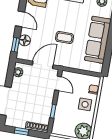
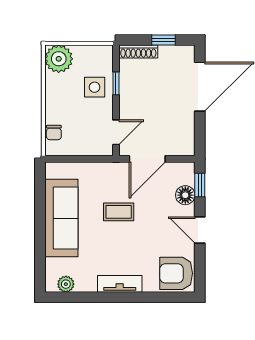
plant: (18, 72) -> (187, 139), removed
door: (58, 83) -> (116, 132), swing flipped
side table: (85, 104) -> (95, 87), moved

